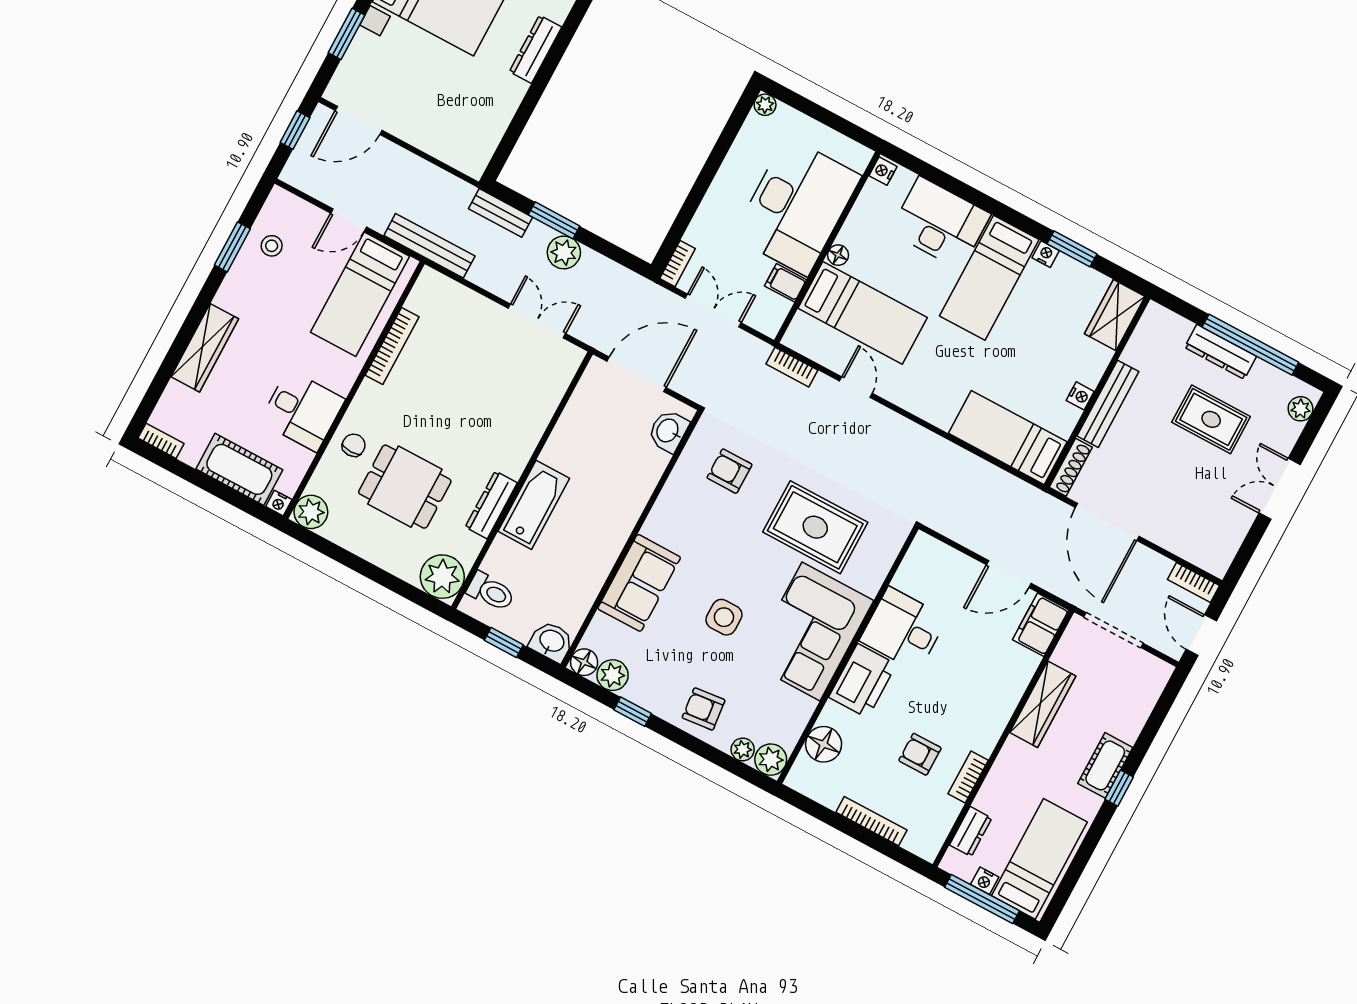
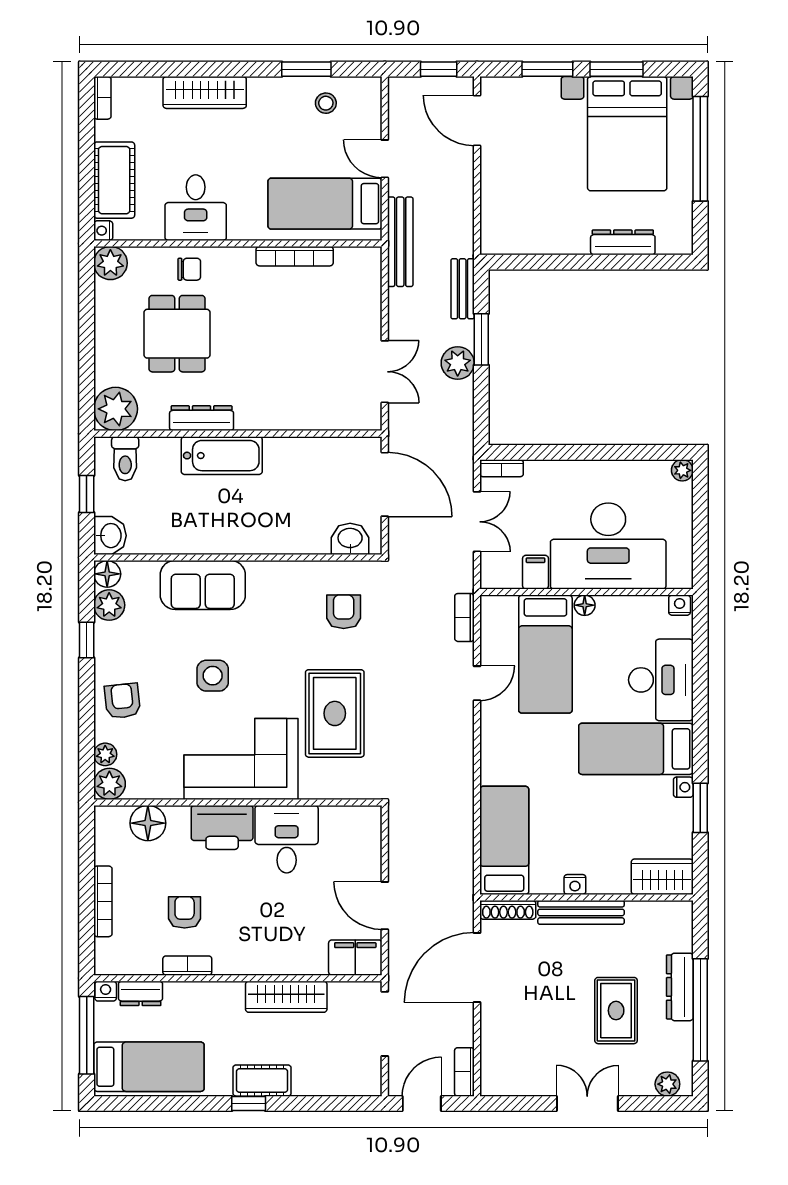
nightstand: (985, 881) -> (106, 991), moved, turned 90

